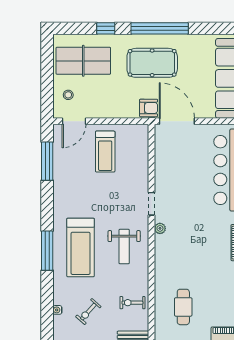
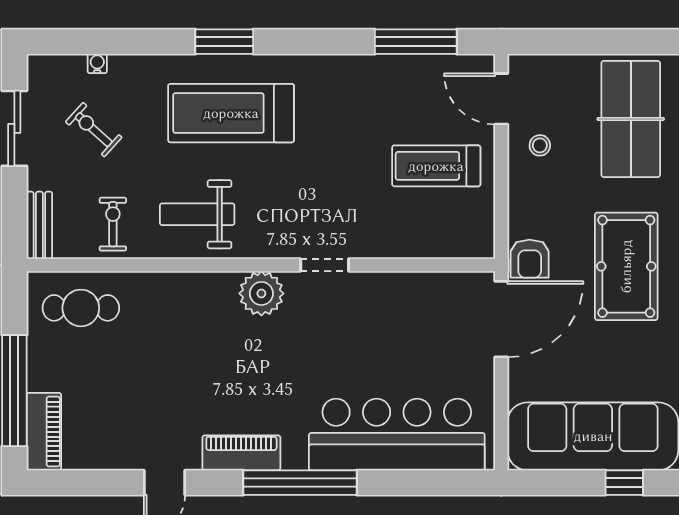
stool: (68, 95) -> (540, 145), moved
plant: (160, 228) -> (261, 293), width x1.88, depth x1.88
weight bench: (124, 247) -> (197, 214), moved
window: (47, 251) -> (224, 42), width x0.69
cafe table: (183, 307) -> (81, 308), moved

